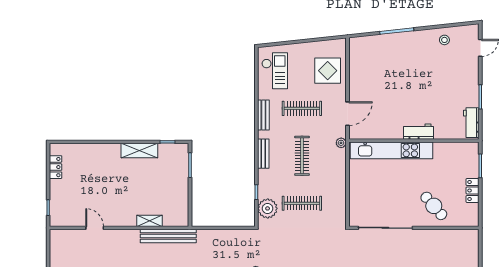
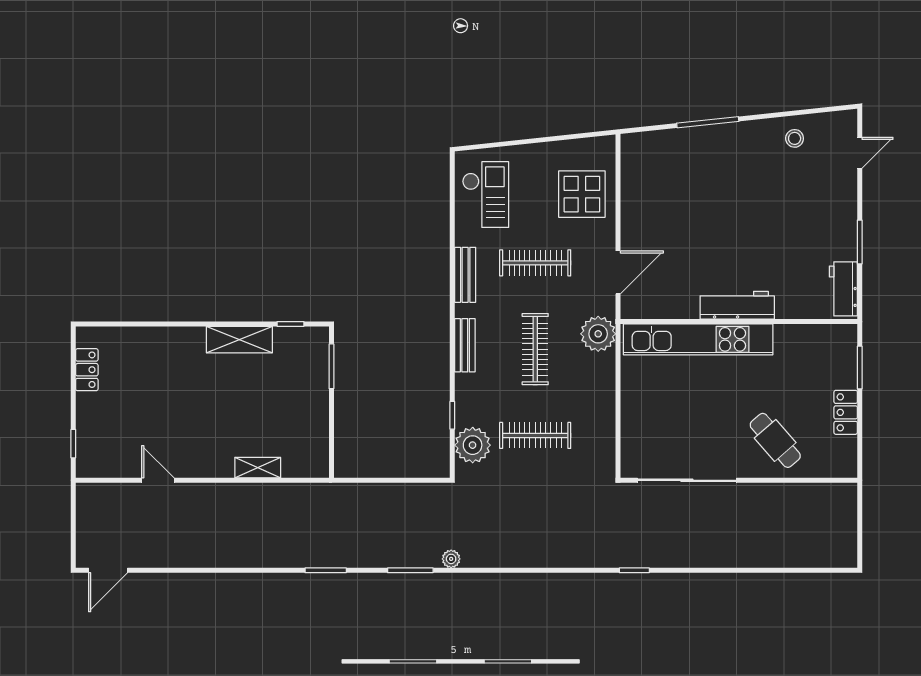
workbench: (418, 132) -> (737, 305), width x1.38
plant: (341, 143) -> (598, 334), width x1.88, depth x1.88
bench: (168, 236) -> (292, 495), removed

